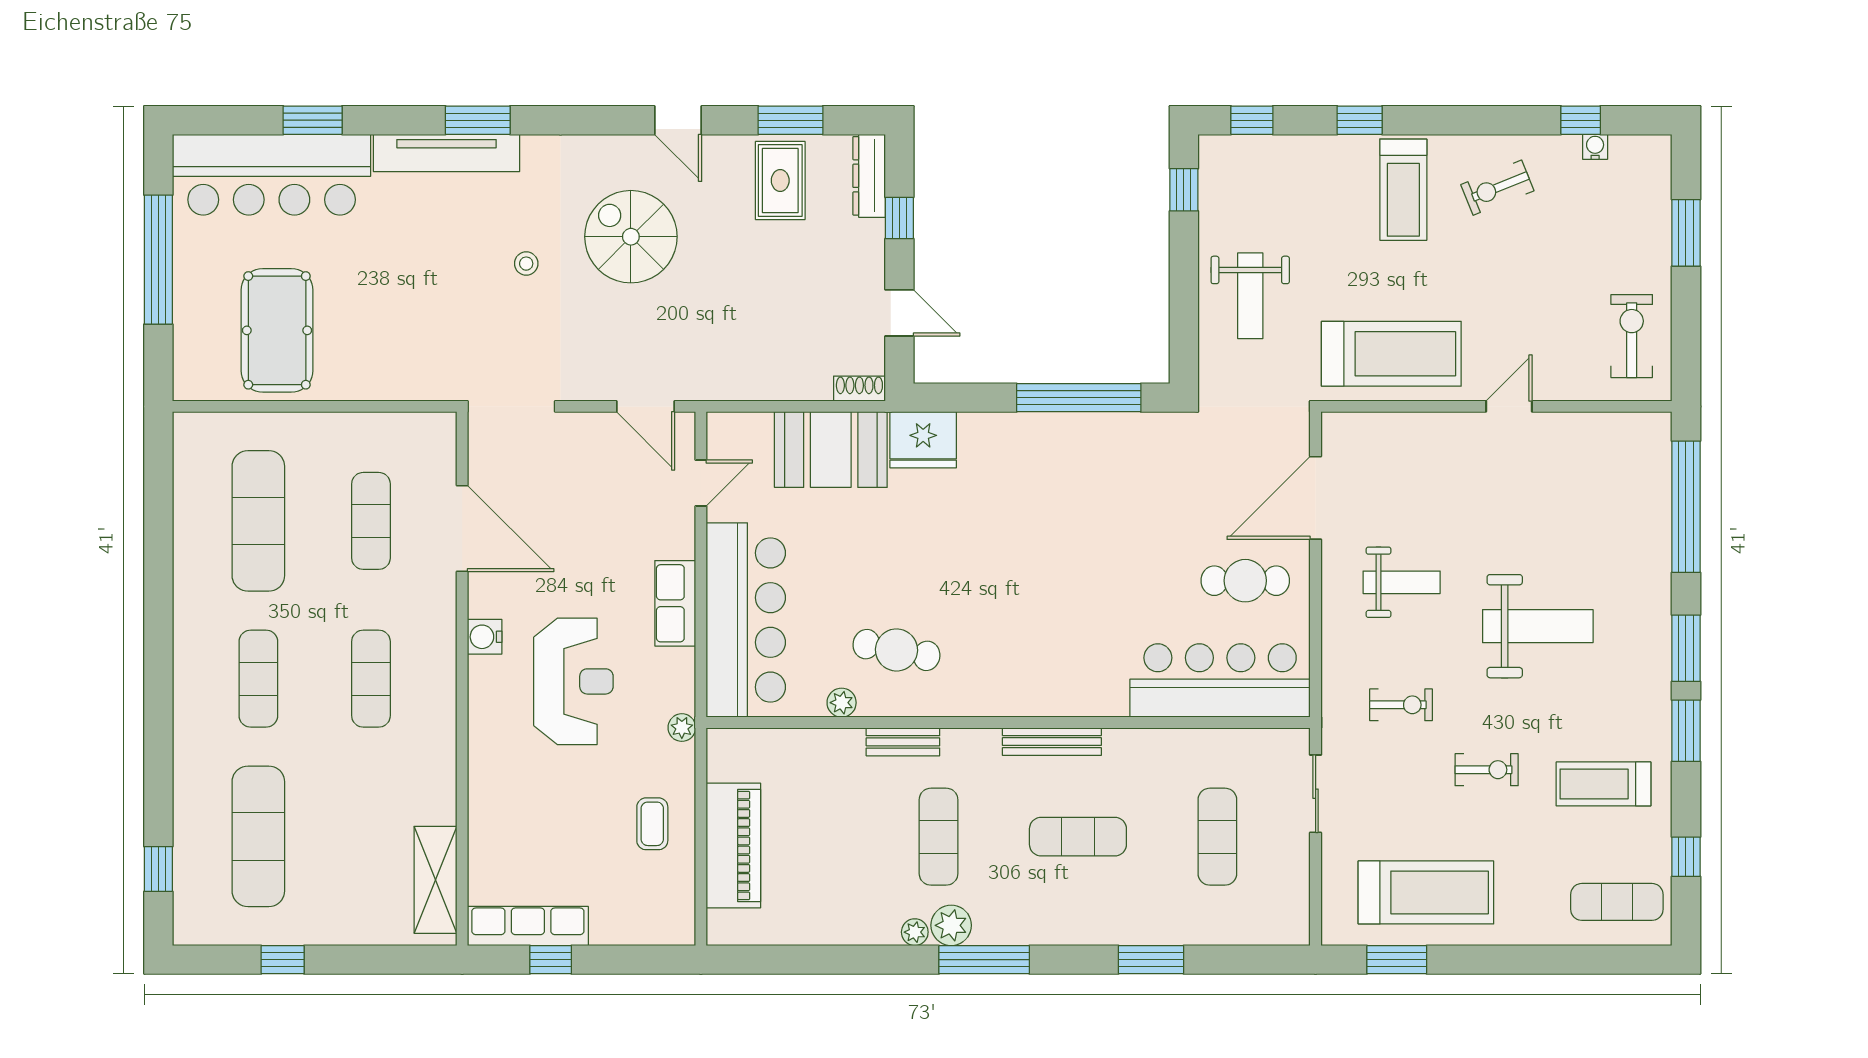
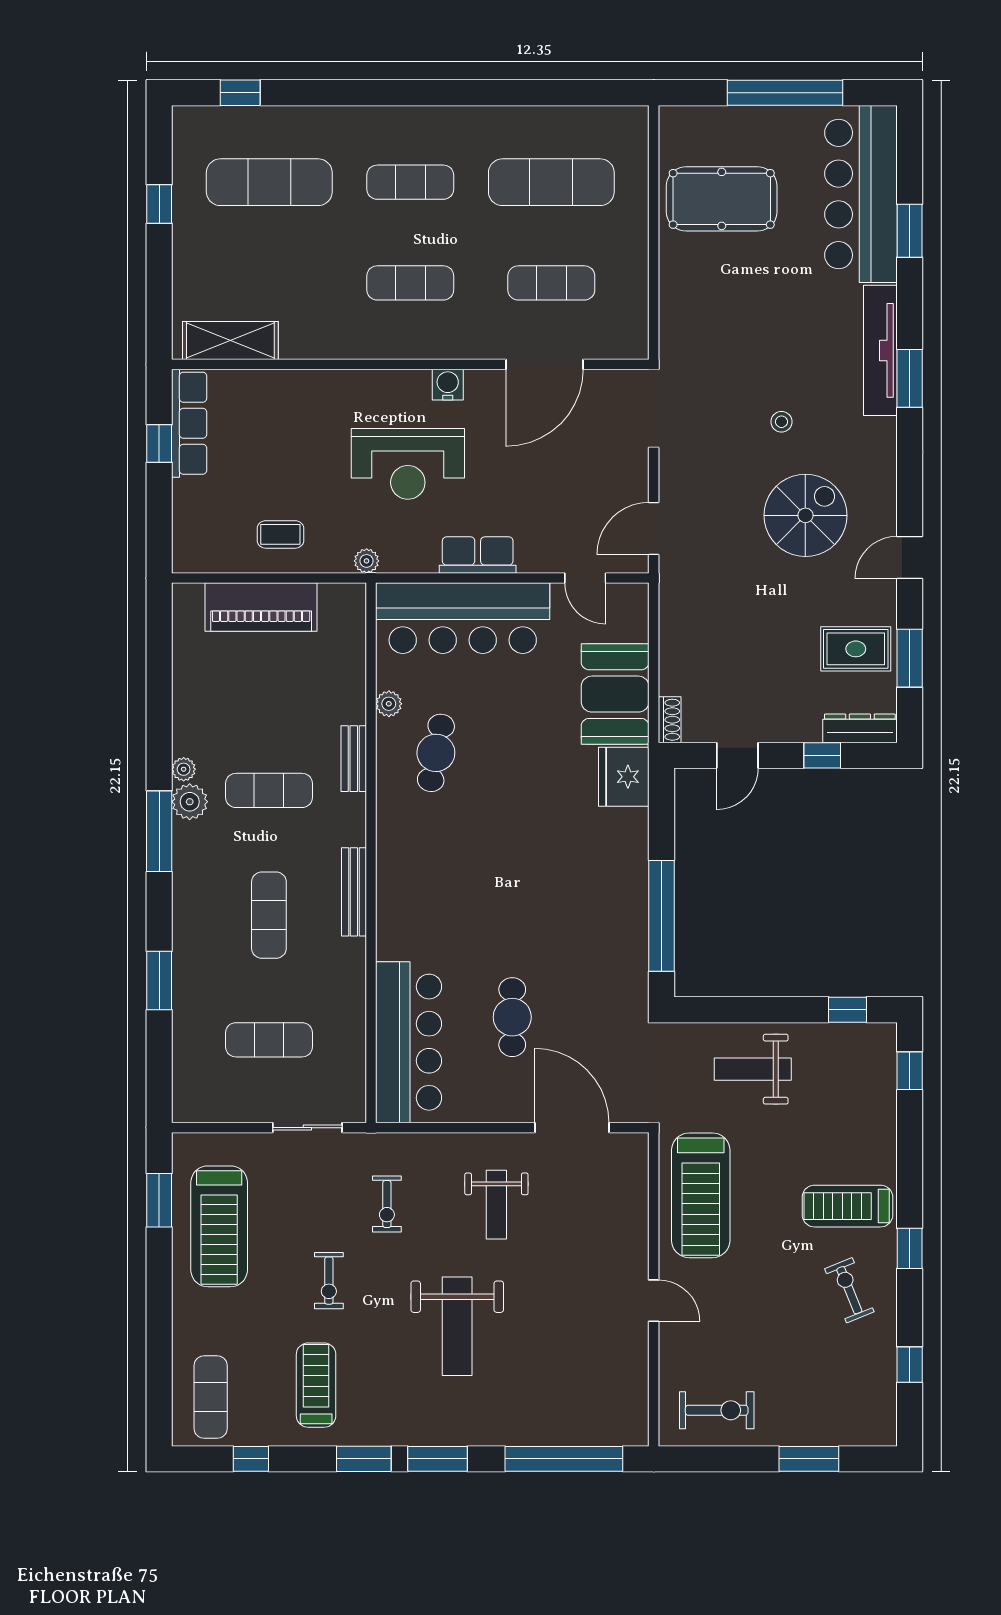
window: (1360, 120) -> (910, 1248), moved
water cooler: (1595, 147) -> (886, 1378), removed
cafe table: (1245, 581) -> (512, 1017), moved

